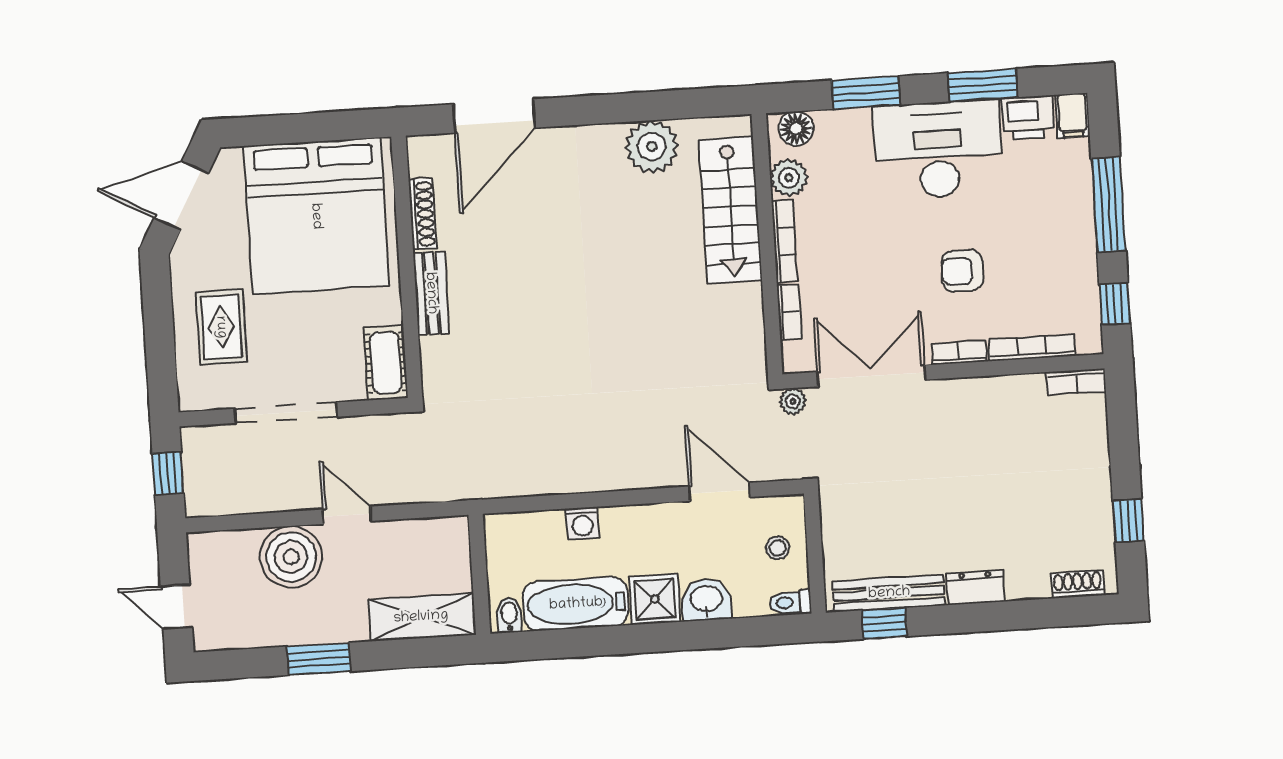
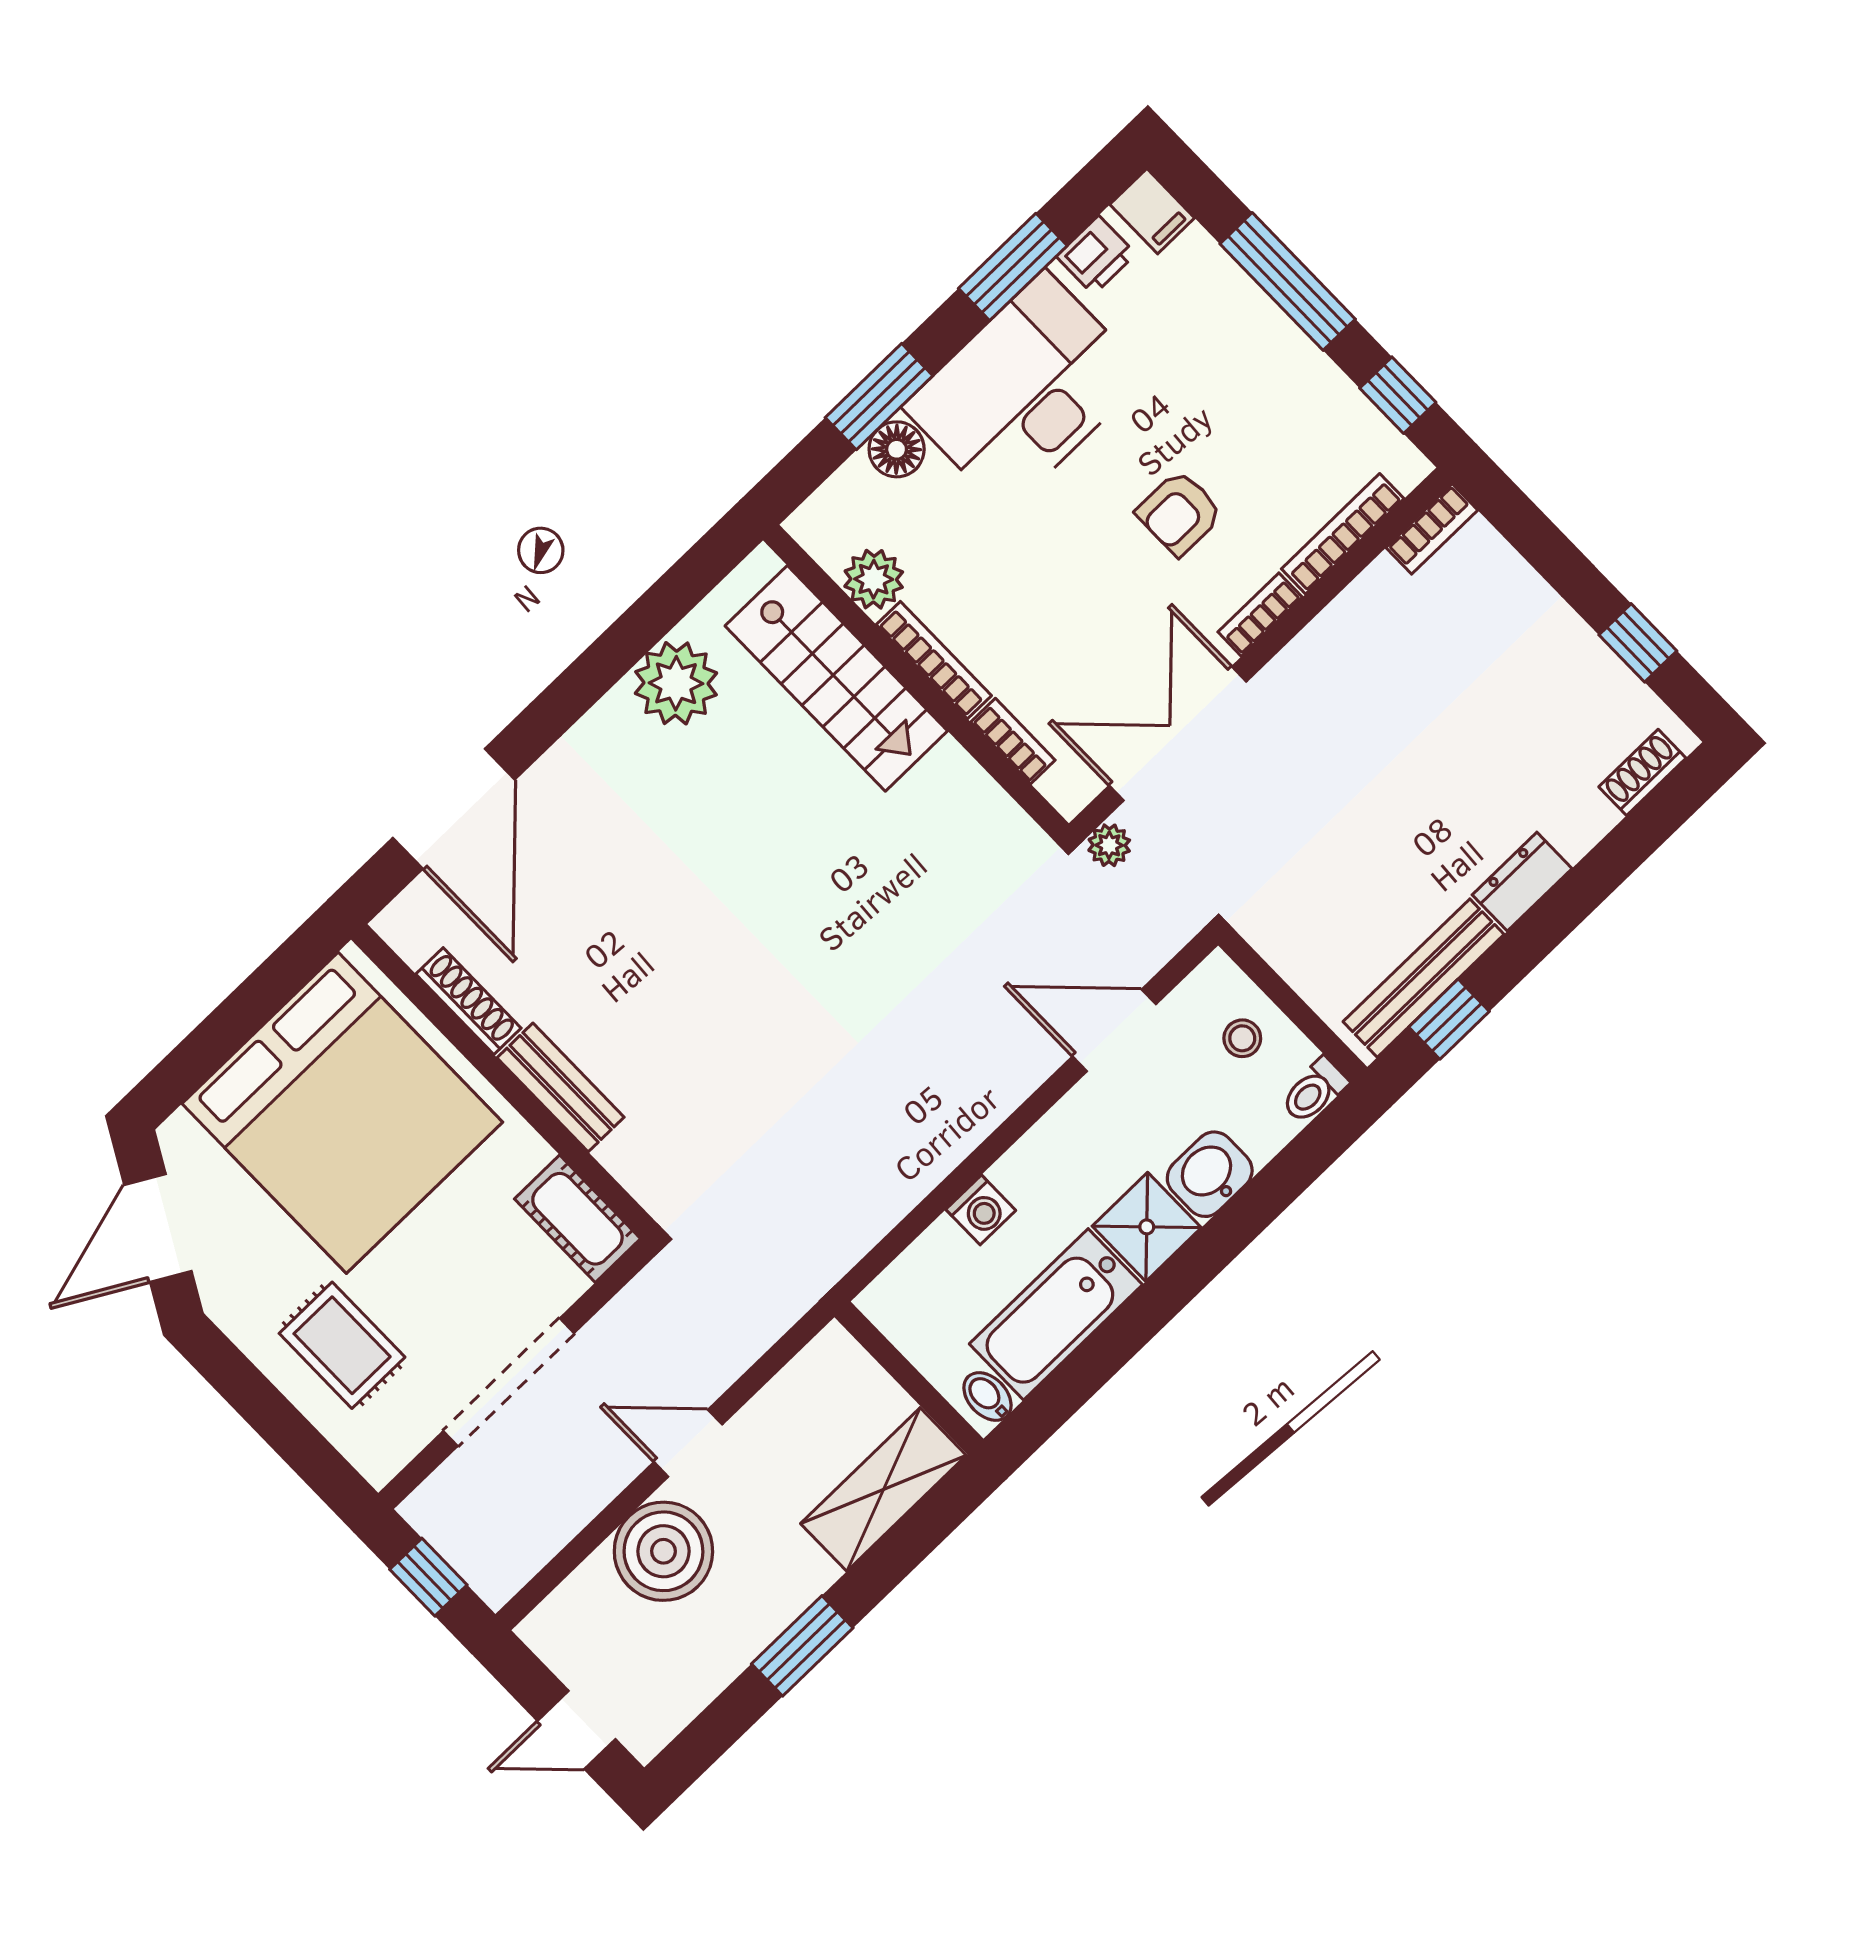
printer: (1028, 118) -> (1096, 255), width x0.73, depth x0.81
floor lamp: (796, 128) -> (897, 449), moved

